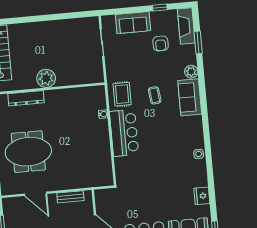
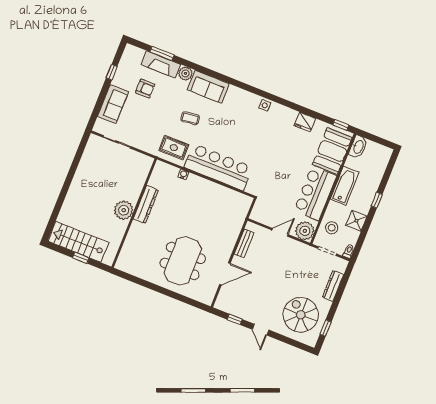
fireplace: (186, 26) -> (161, 64), moved
dresser: (26, 98) -> (146, 204), moved
bar counter: (124, 133) -> (218, 167), width x1.36

